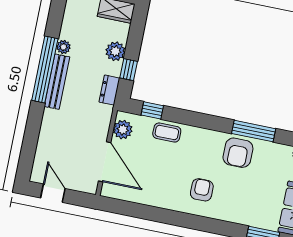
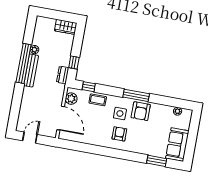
plant: (115, 51) -> (66, 52), removed
window: (254, 131) -> (136, 95), moved
side table: (203, 156) -> (120, 114), added
door: (53, 193) -> (30, 138), hinge flipped

